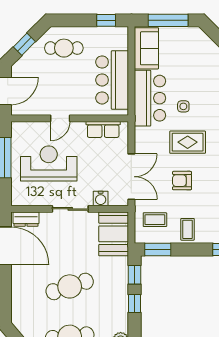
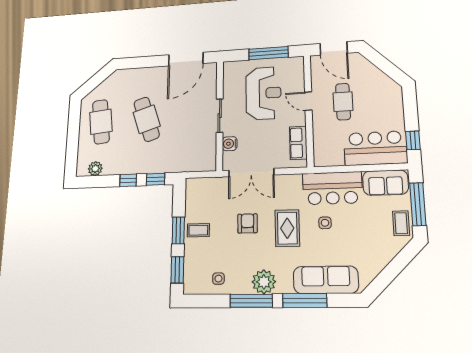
window: (24, 44) -> (382, 63), removed
cafe table: (64, 48) -> (343, 102), moved
bar counter: (112, 80) -> (375, 148), moved
dresser: (26, 219) -> (210, 76), removed
coffee table: (155, 220) -> (401, 223), moved
booth: (114, 234) -> (195, 158), removed
window: (158, 250) -> (178, 230), moved

